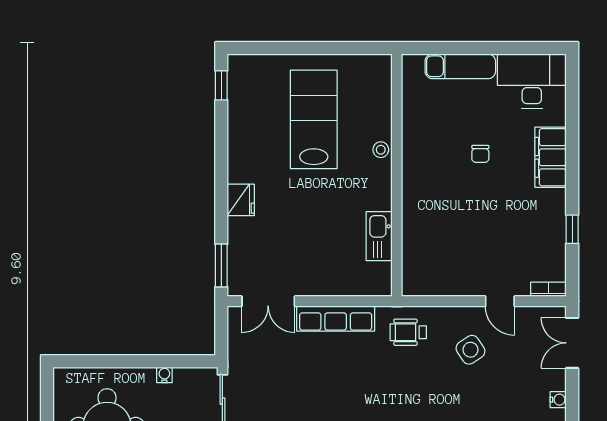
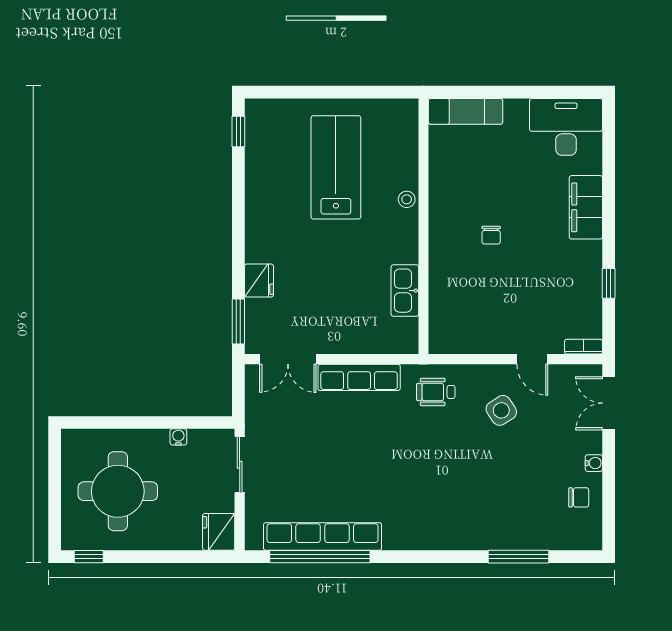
exam couch: (460, 66) -> (466, 111), moved
chair: (480, 154) -> (491, 235), moved
fridge: (241, 200) -> (259, 281), moved

